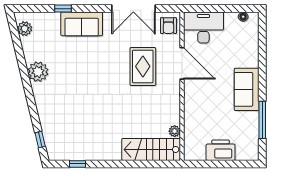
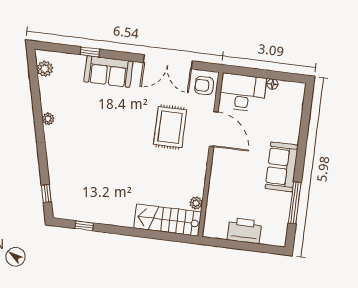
floor lamp: (243, 17) -> (273, 84), moved
armchair: (168, 26) -> (204, 86), turned 90
plant: (38, 72) -> (48, 119), width x0.53, depth x0.53

